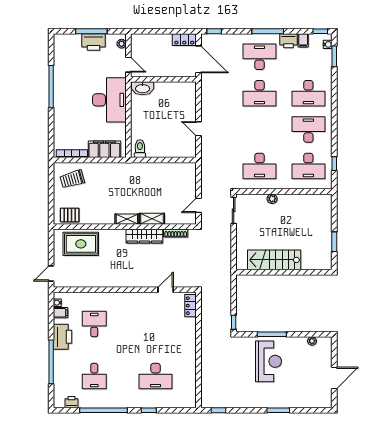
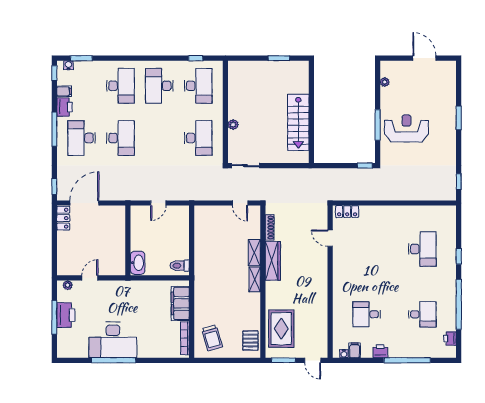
wall: (163, 79) -> (128, 240), moved
washbasin: (143, 88) -> (138, 263), moved
desk: (109, 100) -> (113, 340), moved, turned 180
window: (51, 246) -> (283, 360), added
printer: (63, 337) -> (380, 351), width x0.53, depth x0.68

